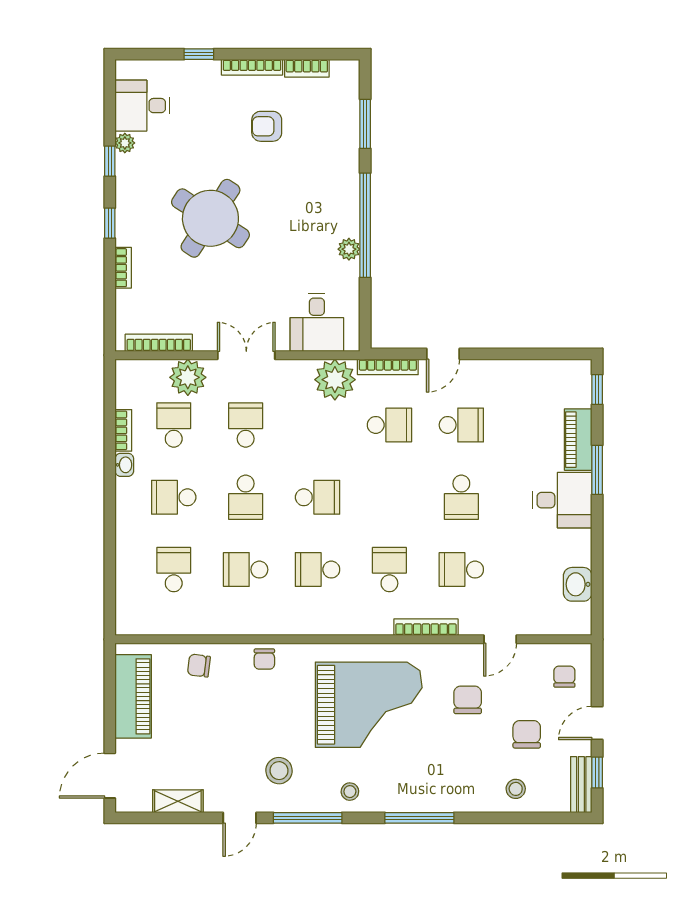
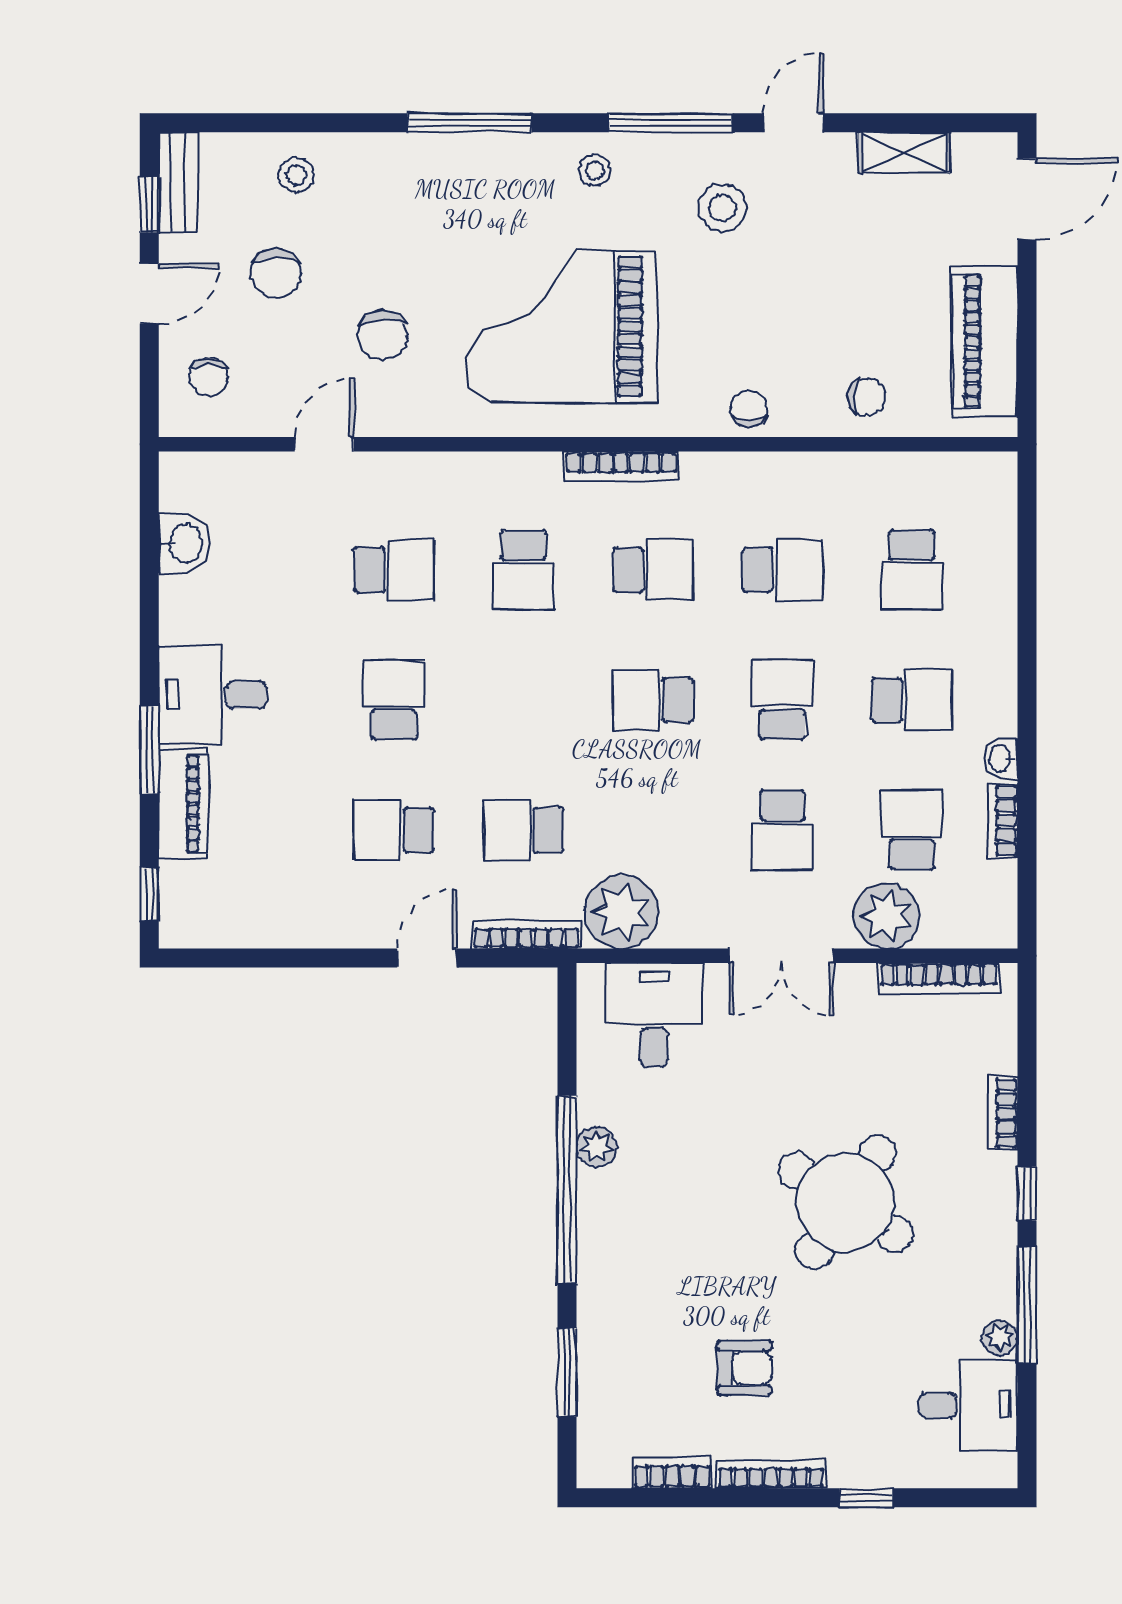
window: (110, 161) -> (1027, 1305), width x2.17
school desk: (174, 425) -> (912, 830), turned 180
bookcase: (426, 627) -> (621, 466), moved

